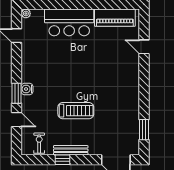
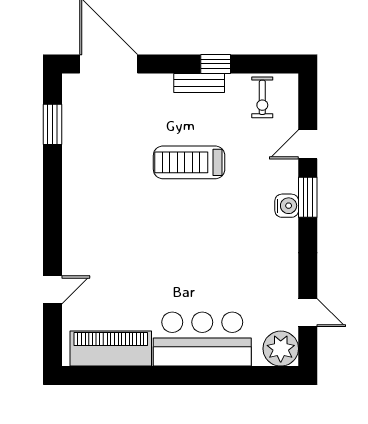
plant: (26, 14) -> (281, 349), width x1.88, depth x1.88
door: (144, 47) -> (52, 290), hinge flipped
door: (16, 120) -> (308, 144), hinge flipped
bench: (71, 150) -> (199, 83), width x0.73

